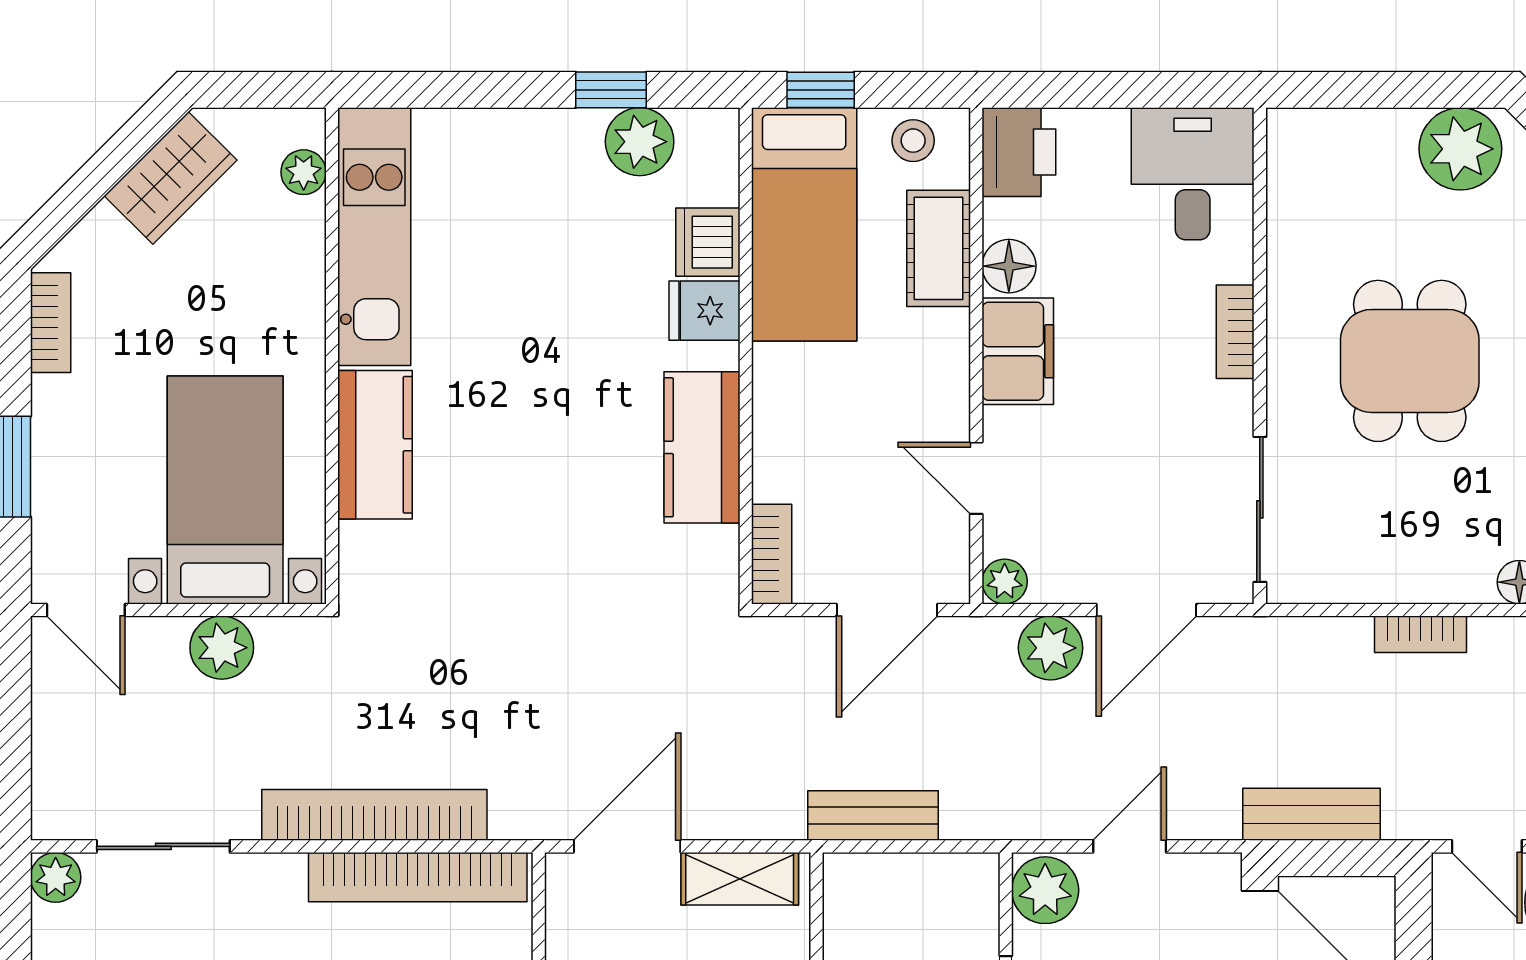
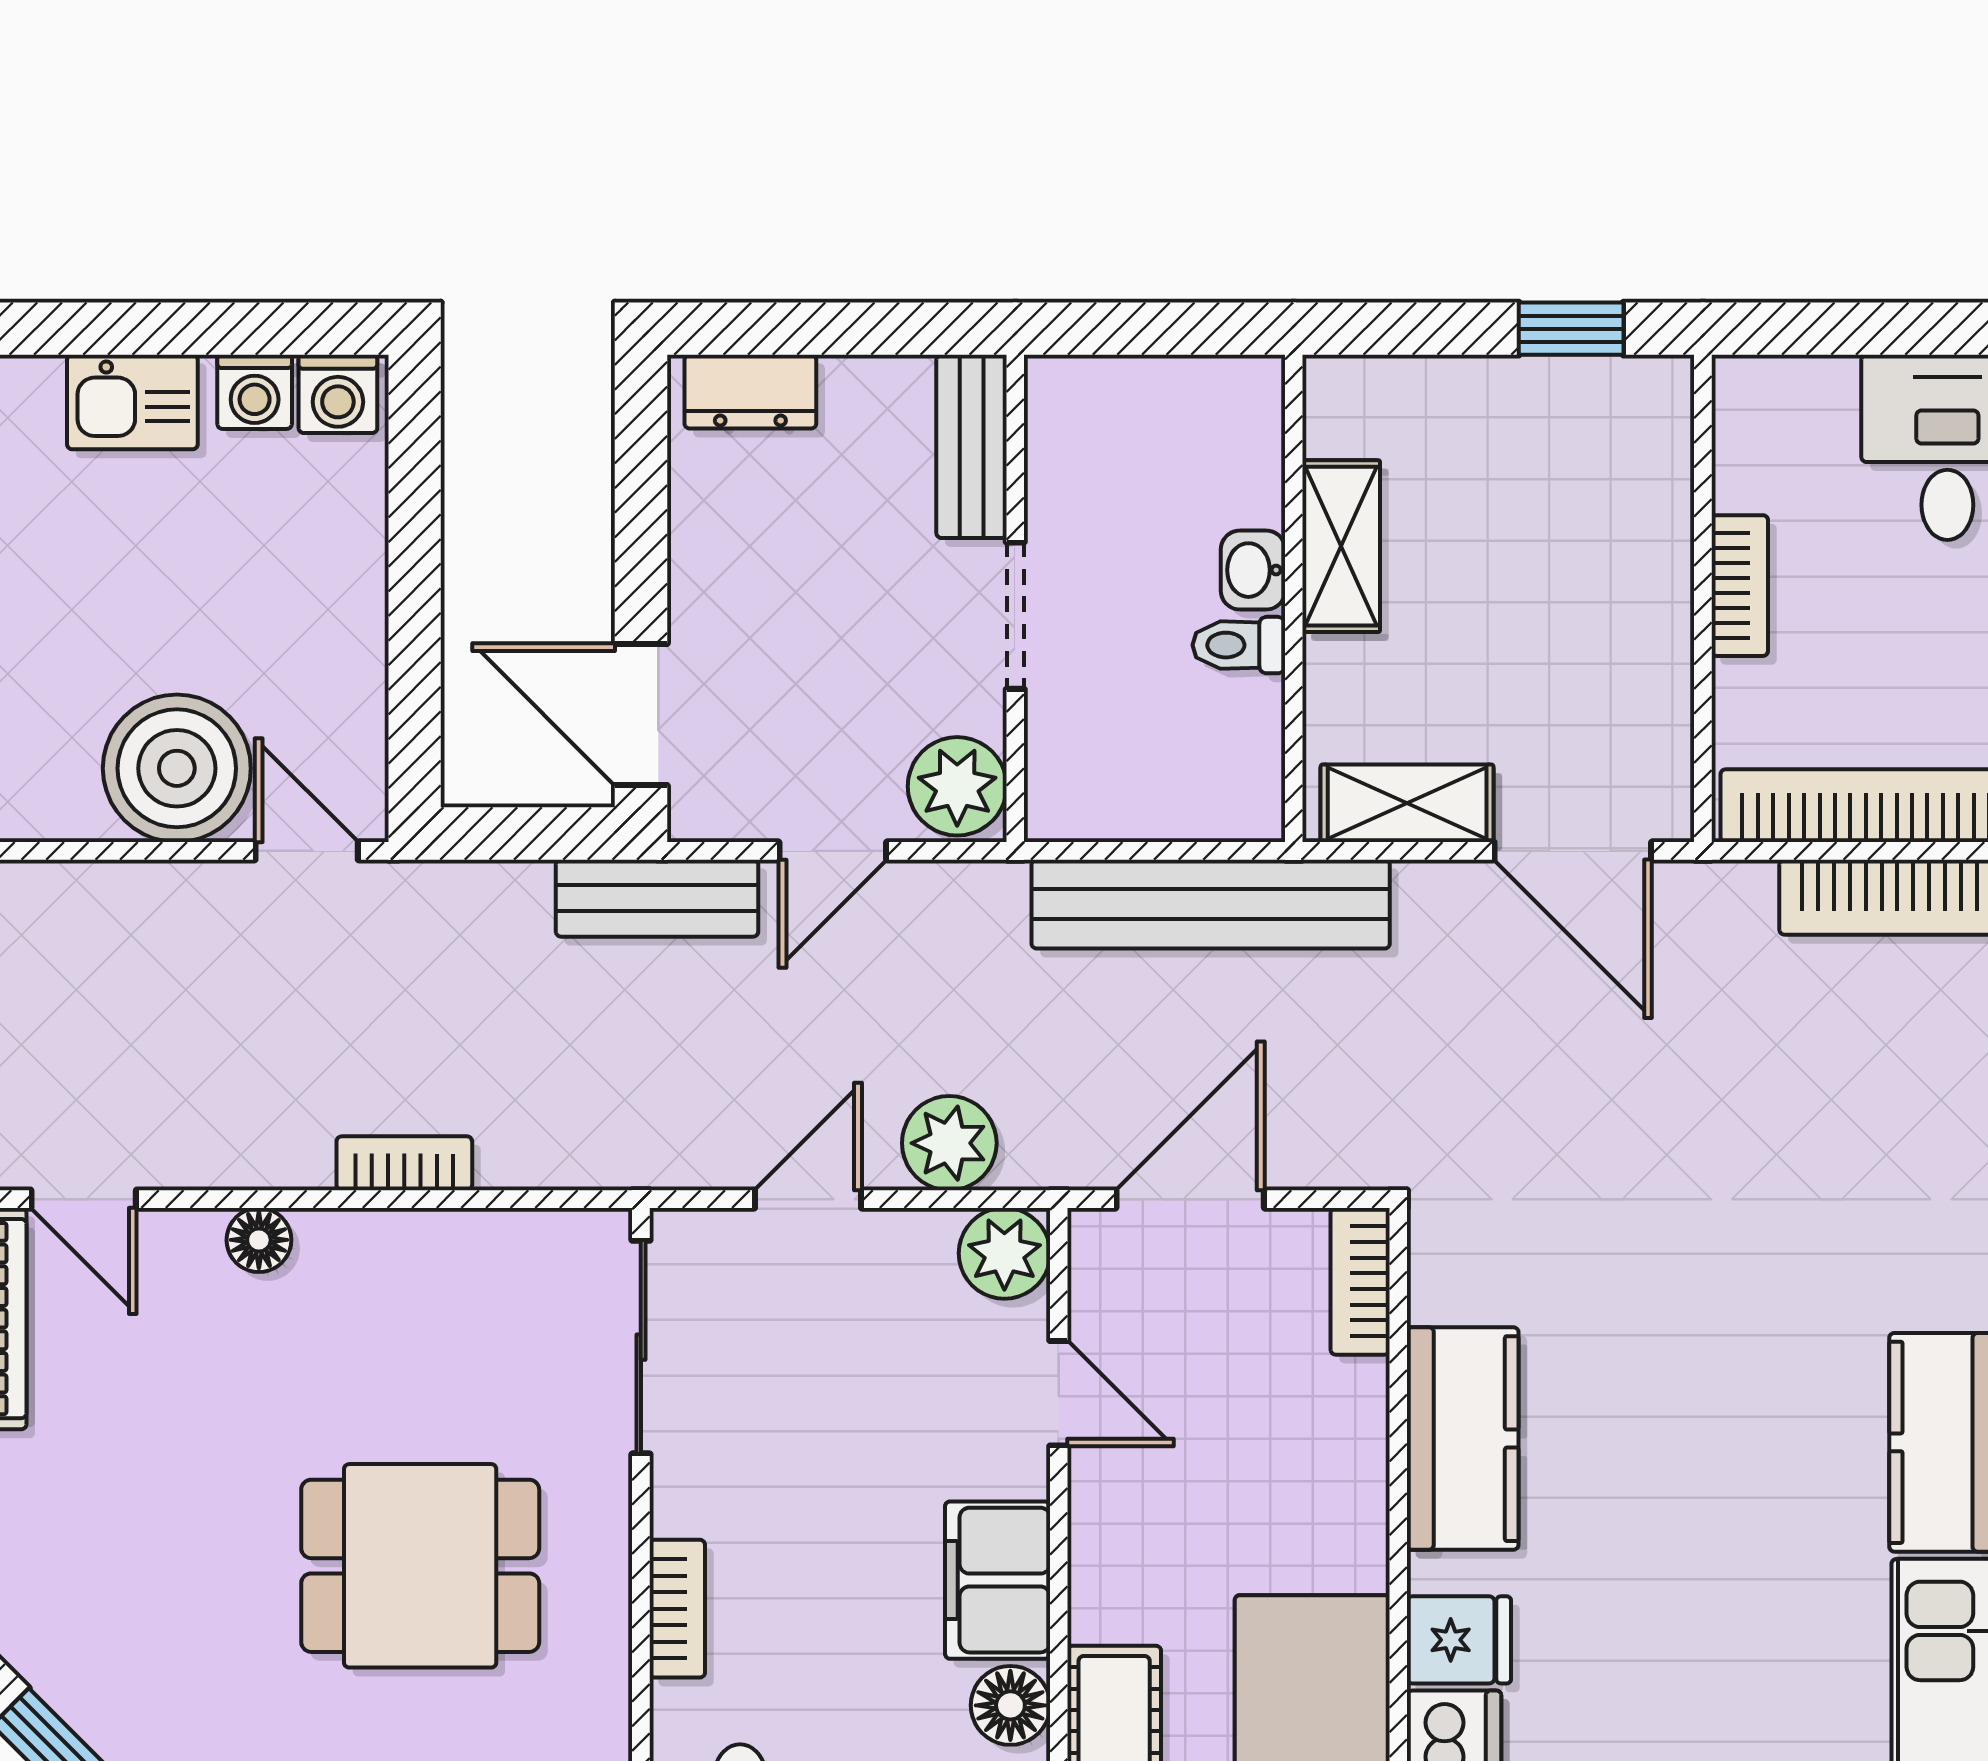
dining table: (1410, 361) -> (420, 1566), turned 90
plant: (1005, 582) -> (1004, 1253), width x1.38, depth x1.38
door: (1146, 610) -> (808, 1199), width x0.73
bench: (1311, 814) -> (657, 898), moved
bench: (873, 816) -> (1211, 904), width x1.86, depth x1.21
door: (627, 846) -> (1573, 851), hinge flipped

